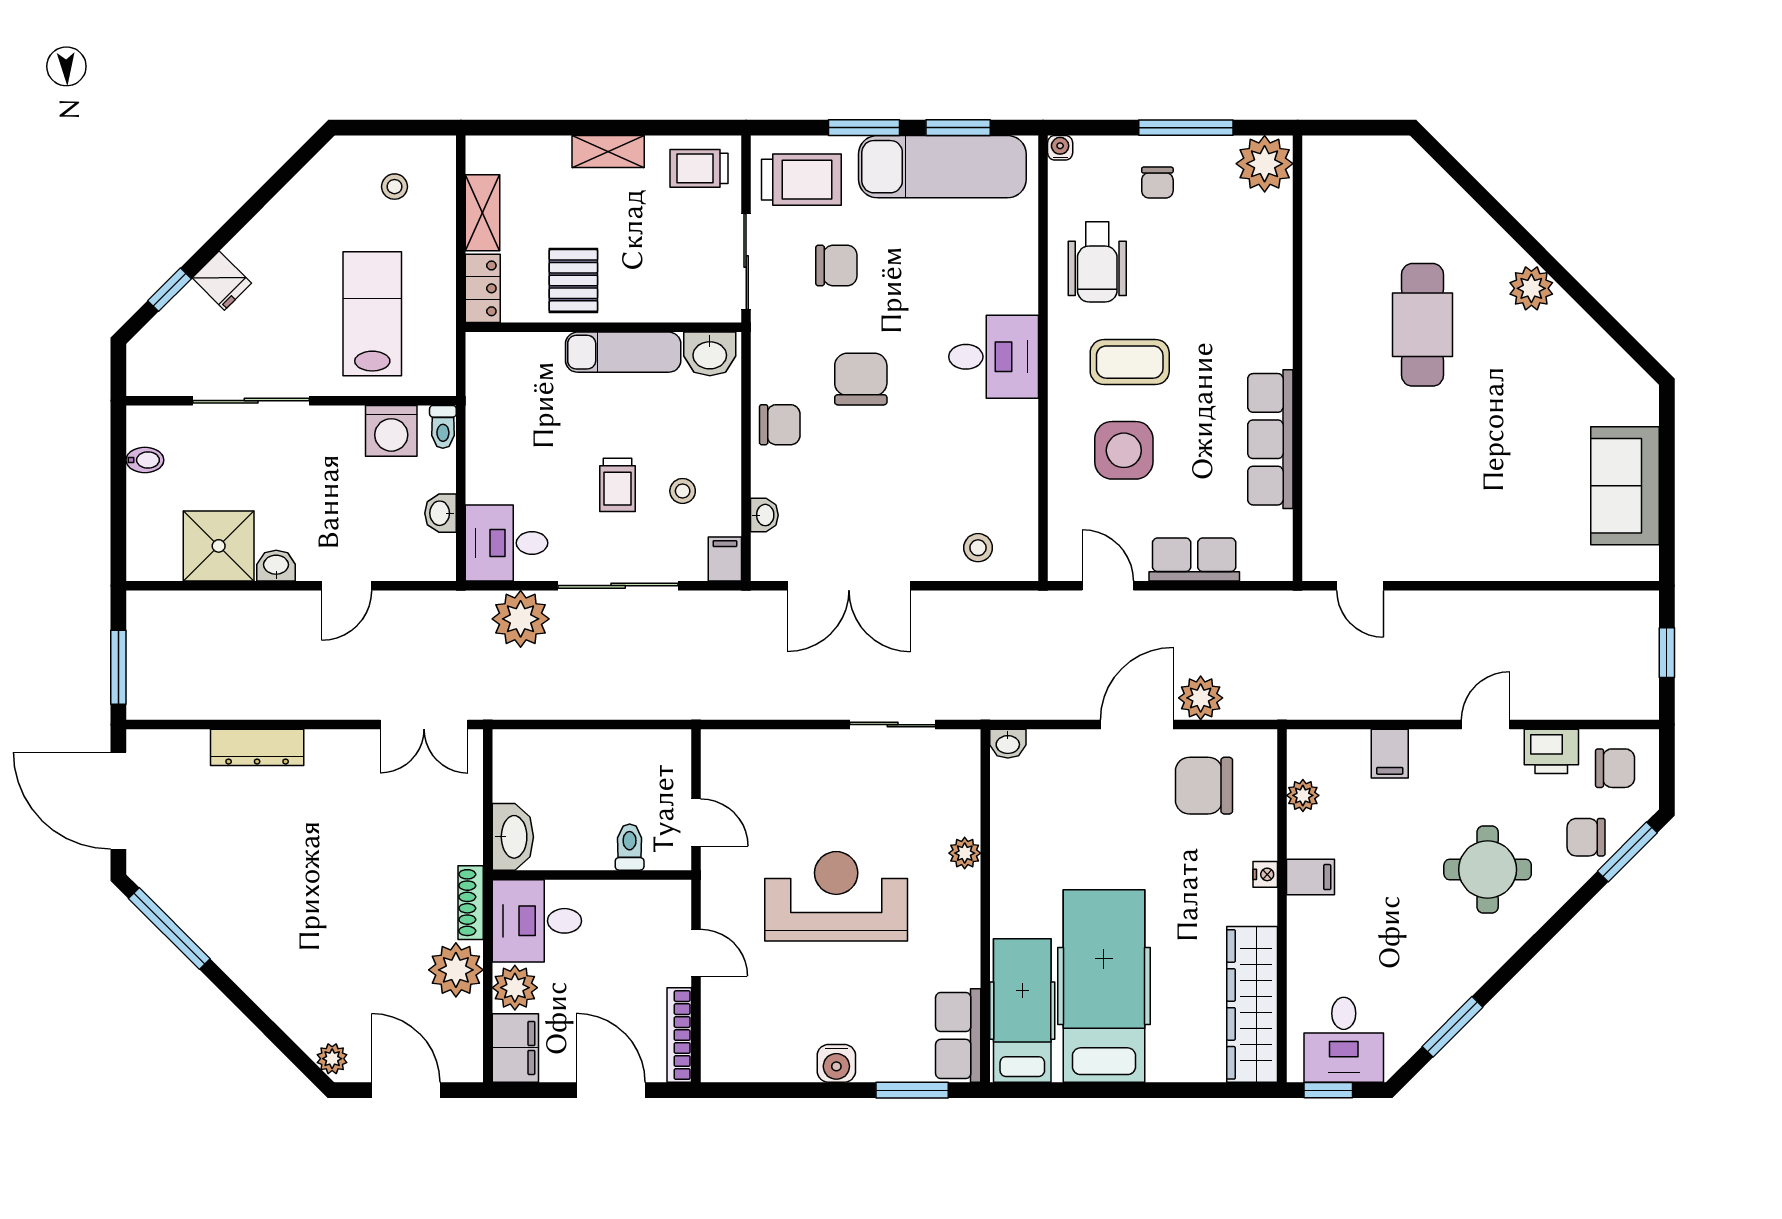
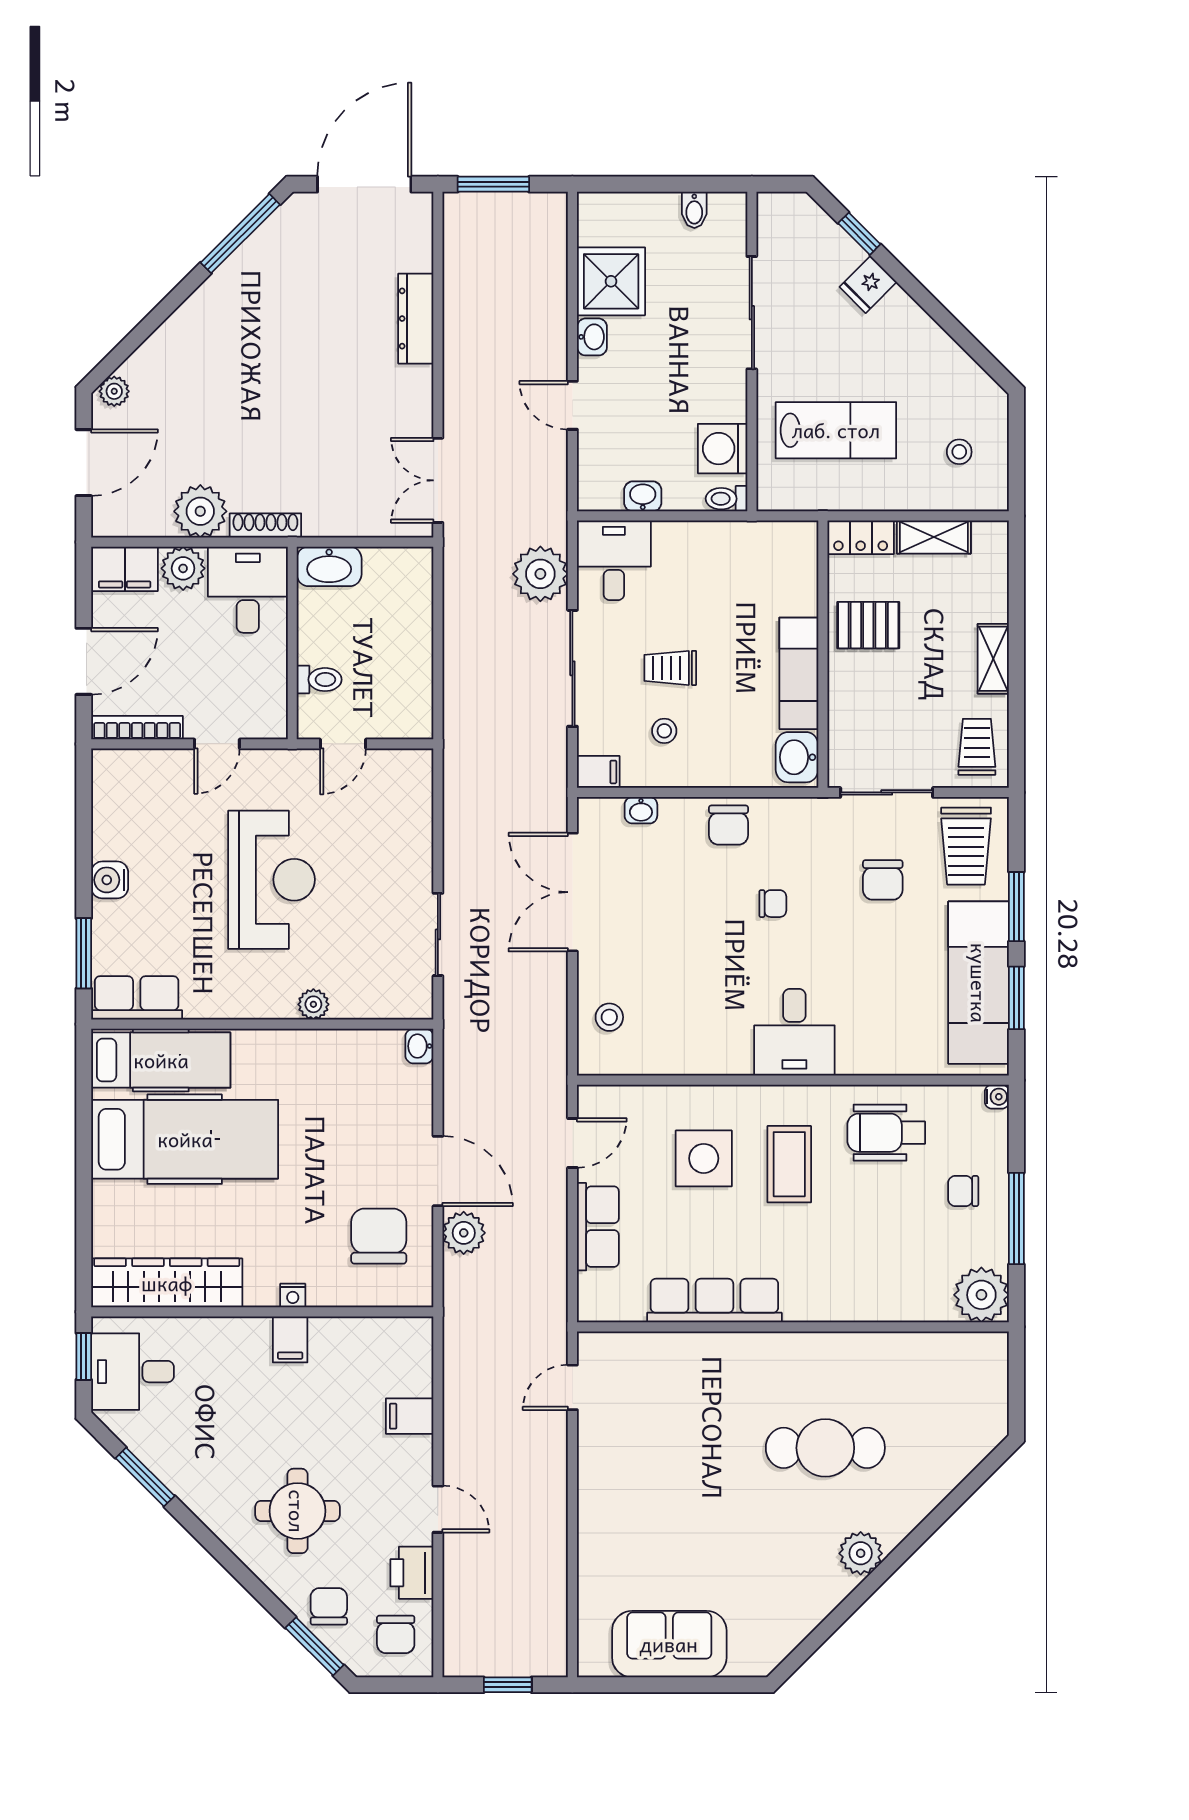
chair: (861, 379) -> (773, 904), width x0.54, depth x0.54
plant: (1303, 795) -> (369, 1332), removed

